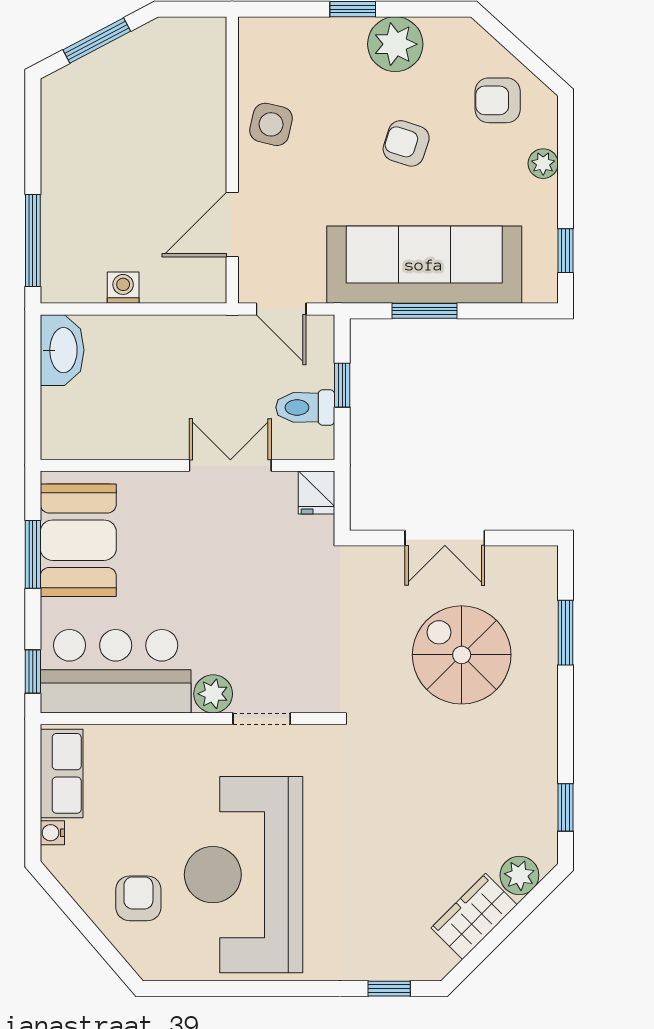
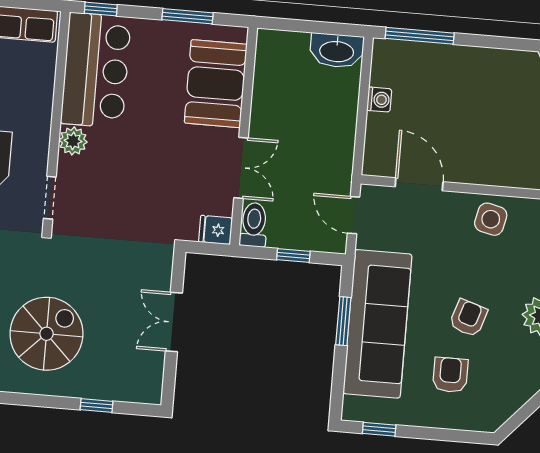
armchair: (498, 100) -> (450, 375), moved
plant: (543, 164) -> (445, 418), removed
door: (281, 309) -> (354, 215), hinge flipped
toilet: (305, 407) -> (254, 225), moved
booth: (78, 540) -> (216, 84), moved, turned 90
window: (566, 633) -> (97, 405), width x0.67
spiral stairs: (462, 655) -> (46, 334), moved
doorway: (262, 719) -> (50, 198), moved

